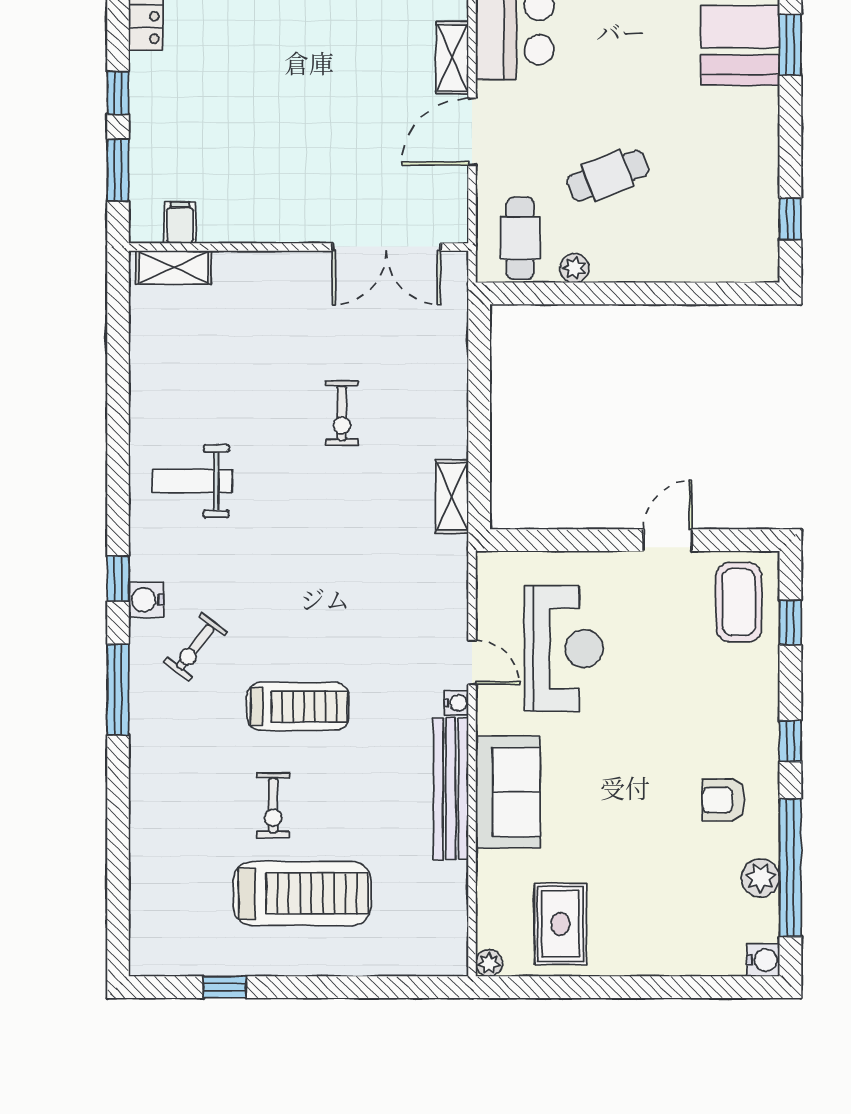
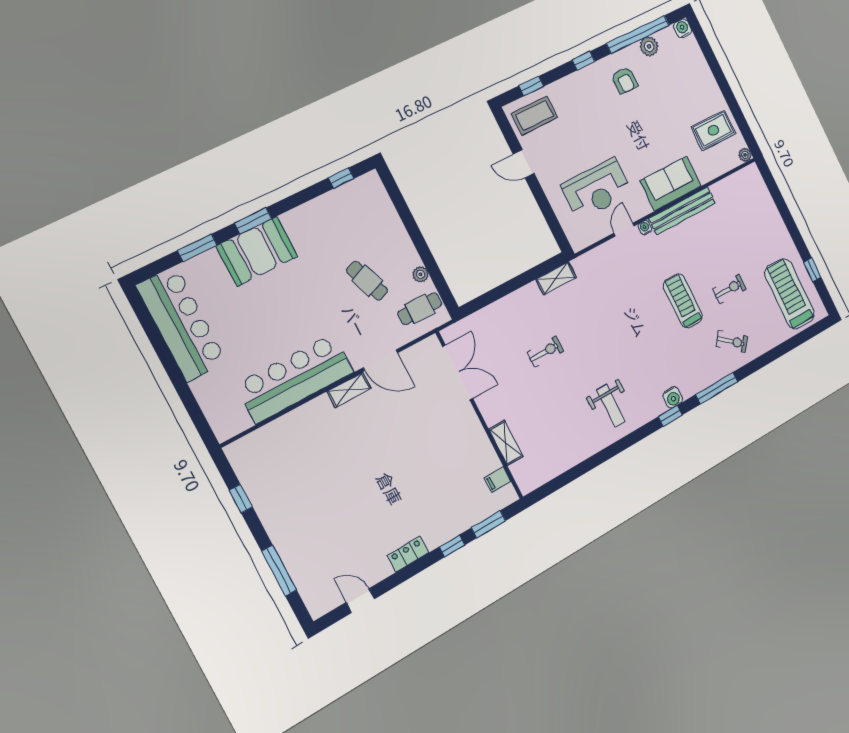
shelving: (174, 267) -> (506, 443), moved
exercise bike: (195, 647) -> (732, 341), moved
reception desk: (564, 649) -> (597, 189), turned 180
treadmill: (302, 893) -> (790, 294), moved

